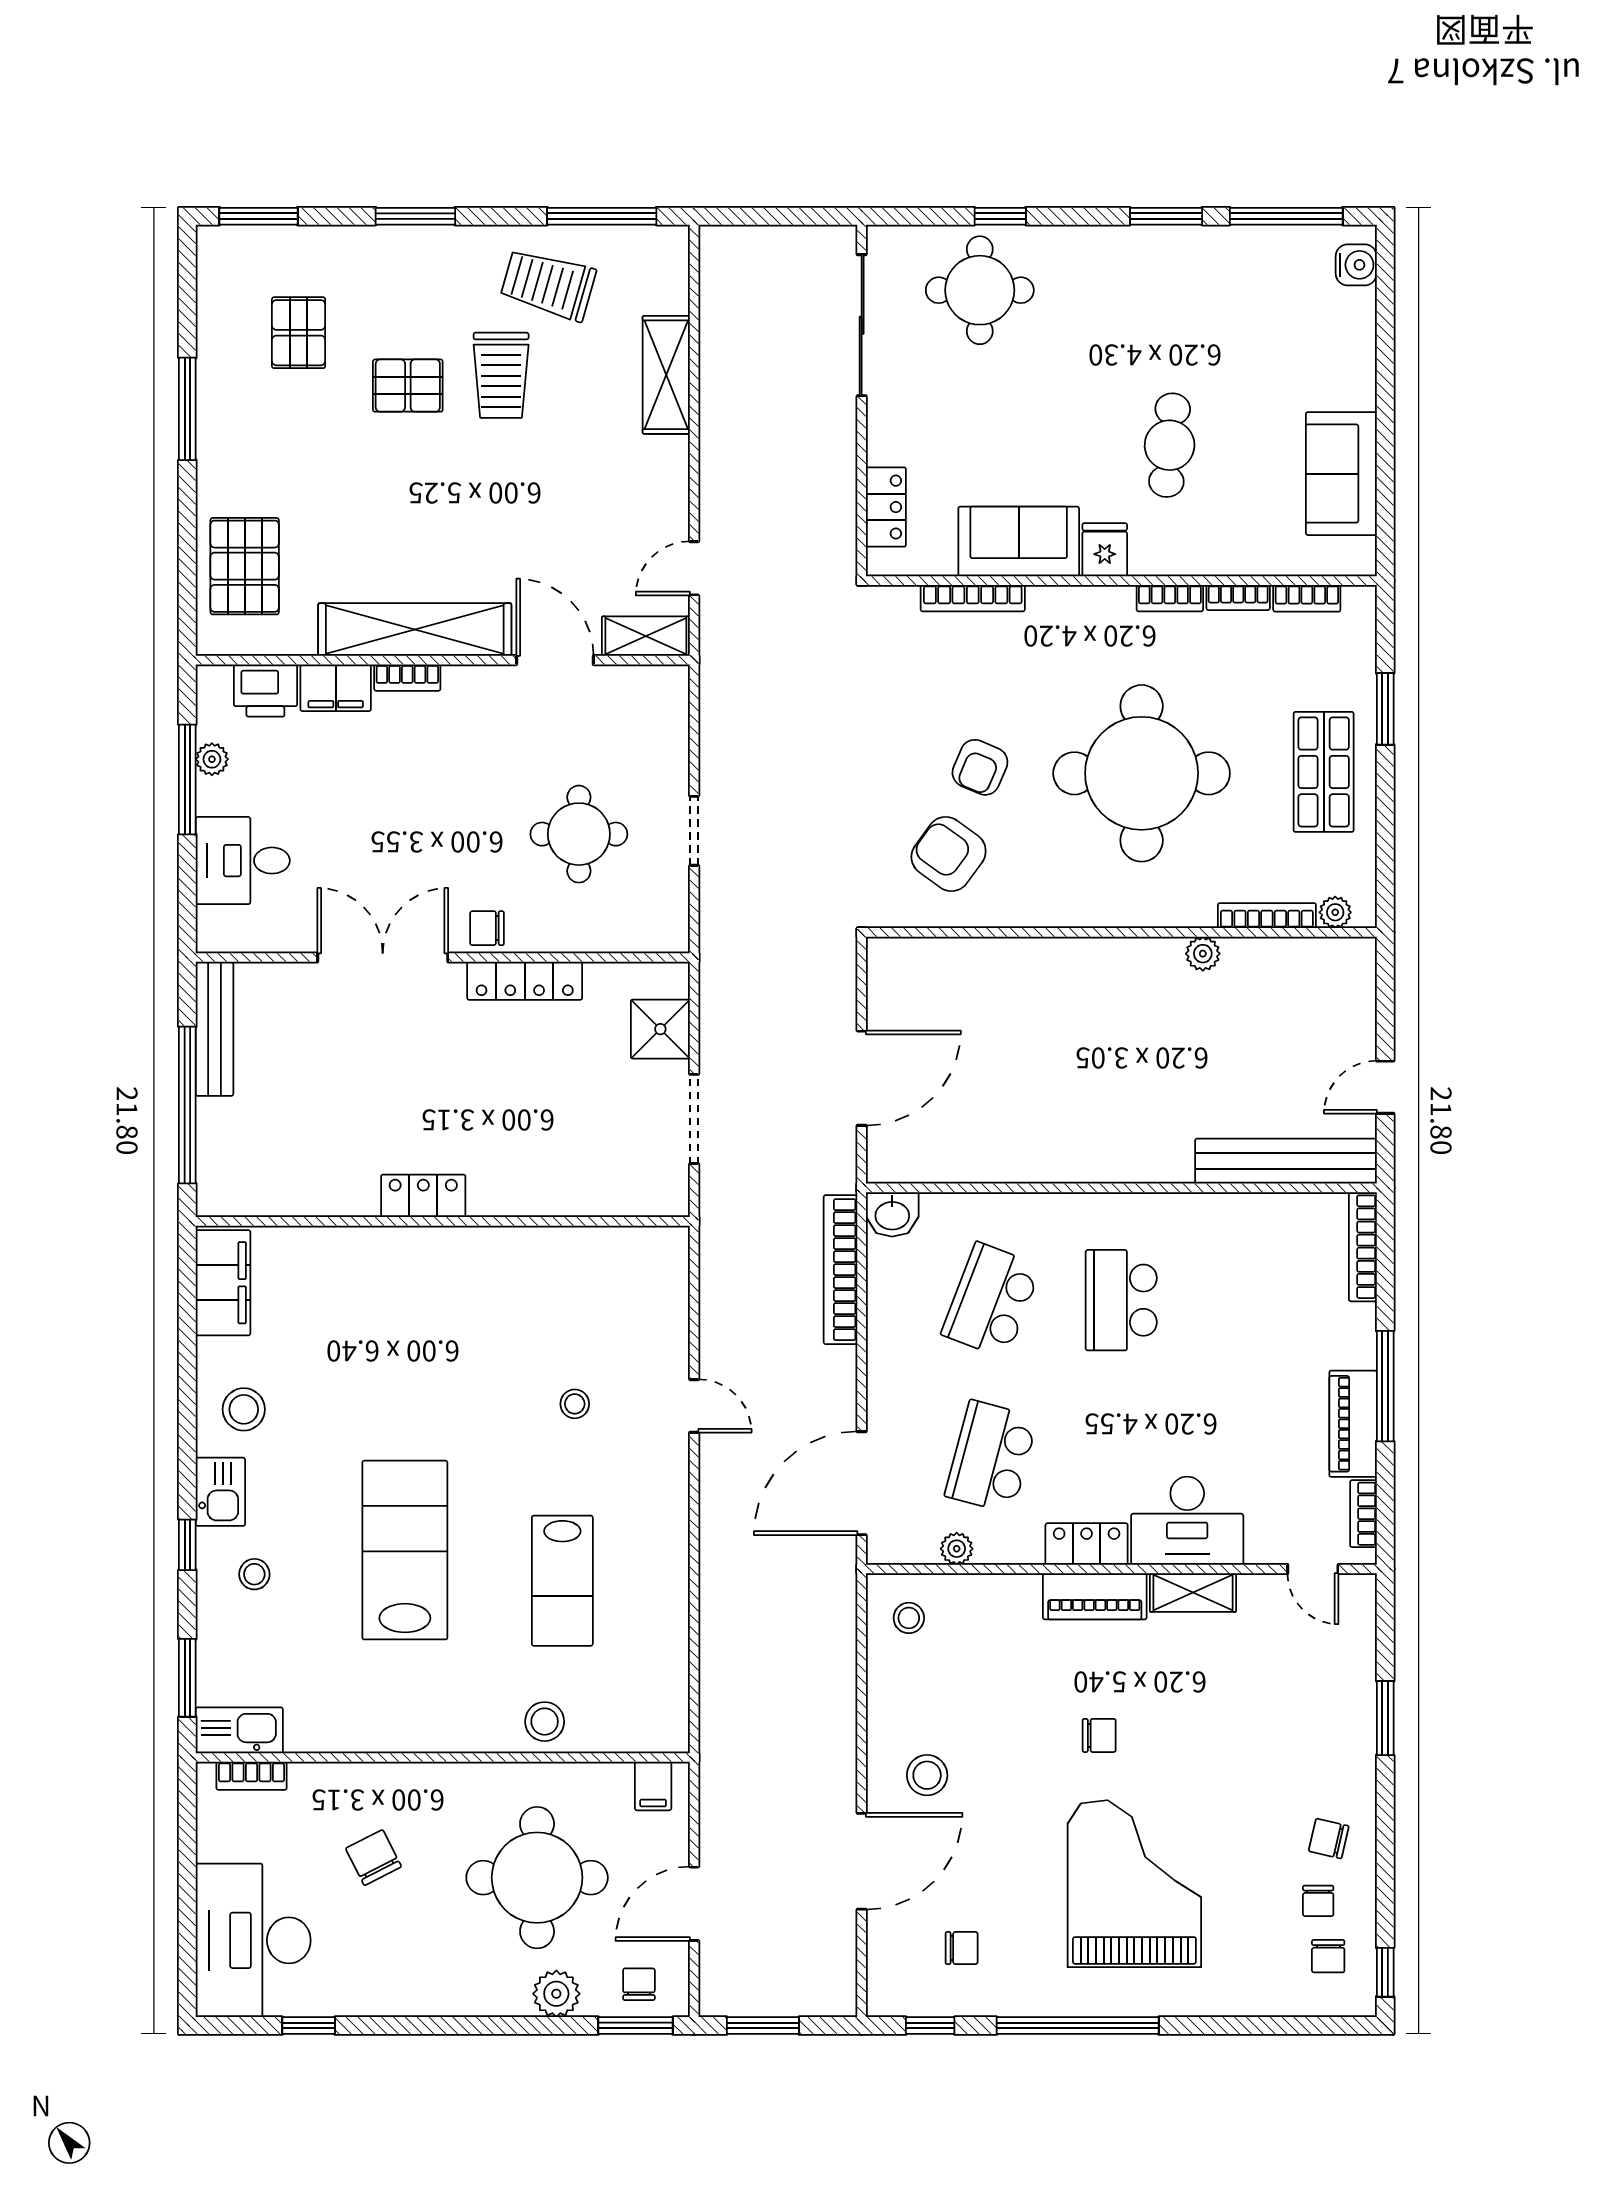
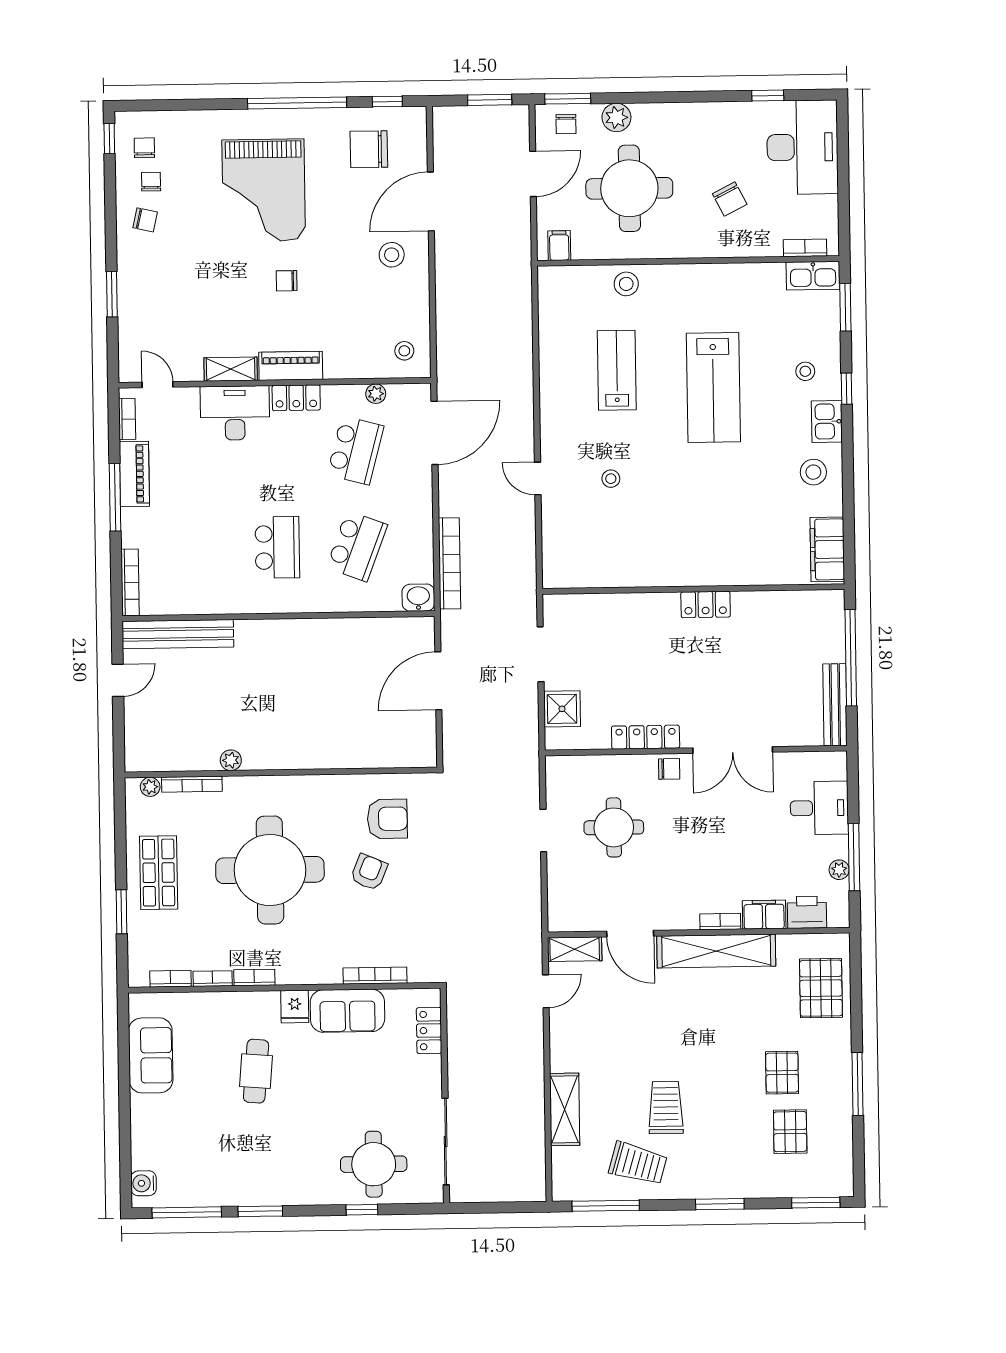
pallet: (408, 386) -> (782, 1073), moved, turned 90
armchair: (949, 854) -> (387, 819), turned -36
chair: (962, 1948) -> (369, 149), width x1.87, depth x1.87

